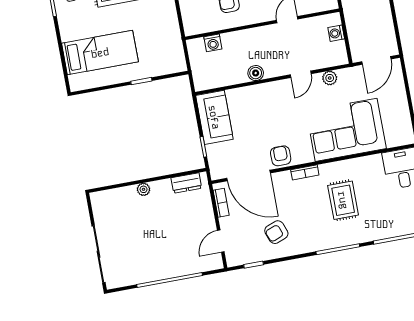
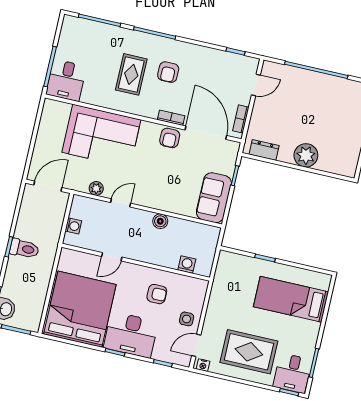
bookcase: (305, 172) -> (171, 118), moved
plant: (144, 189) -> (306, 155), width x1.88, depth x1.88
armchair: (276, 232) -> (168, 72), moved, turned 111

